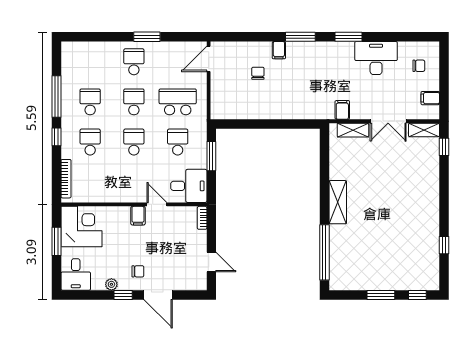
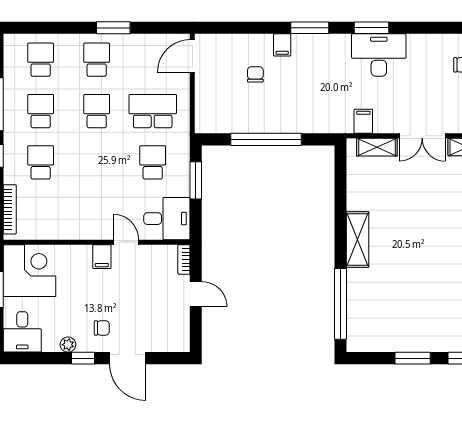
desk: (376, 58) -> (379, 55), moved
window: (266, 124) -> (266, 139), added
school desk: (134, 142) -> (41, 60), moved
door: (211, 262) -> (196, 294), moved

